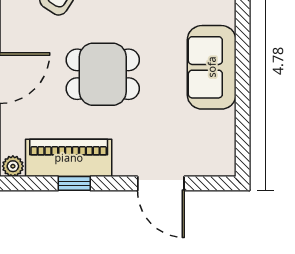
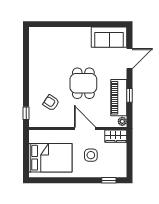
sofa: (212, 67) -> (109, 37), moved

